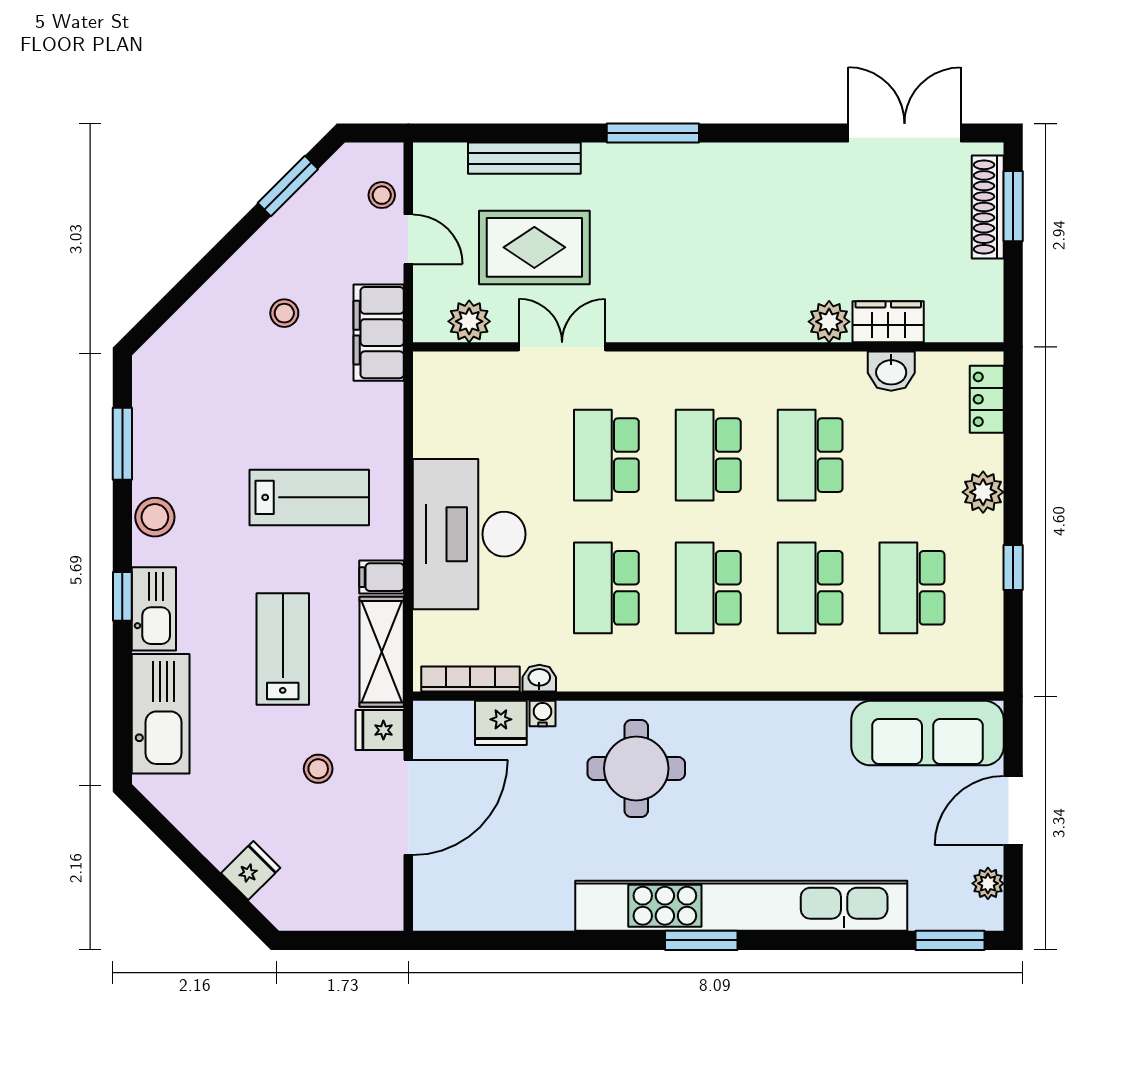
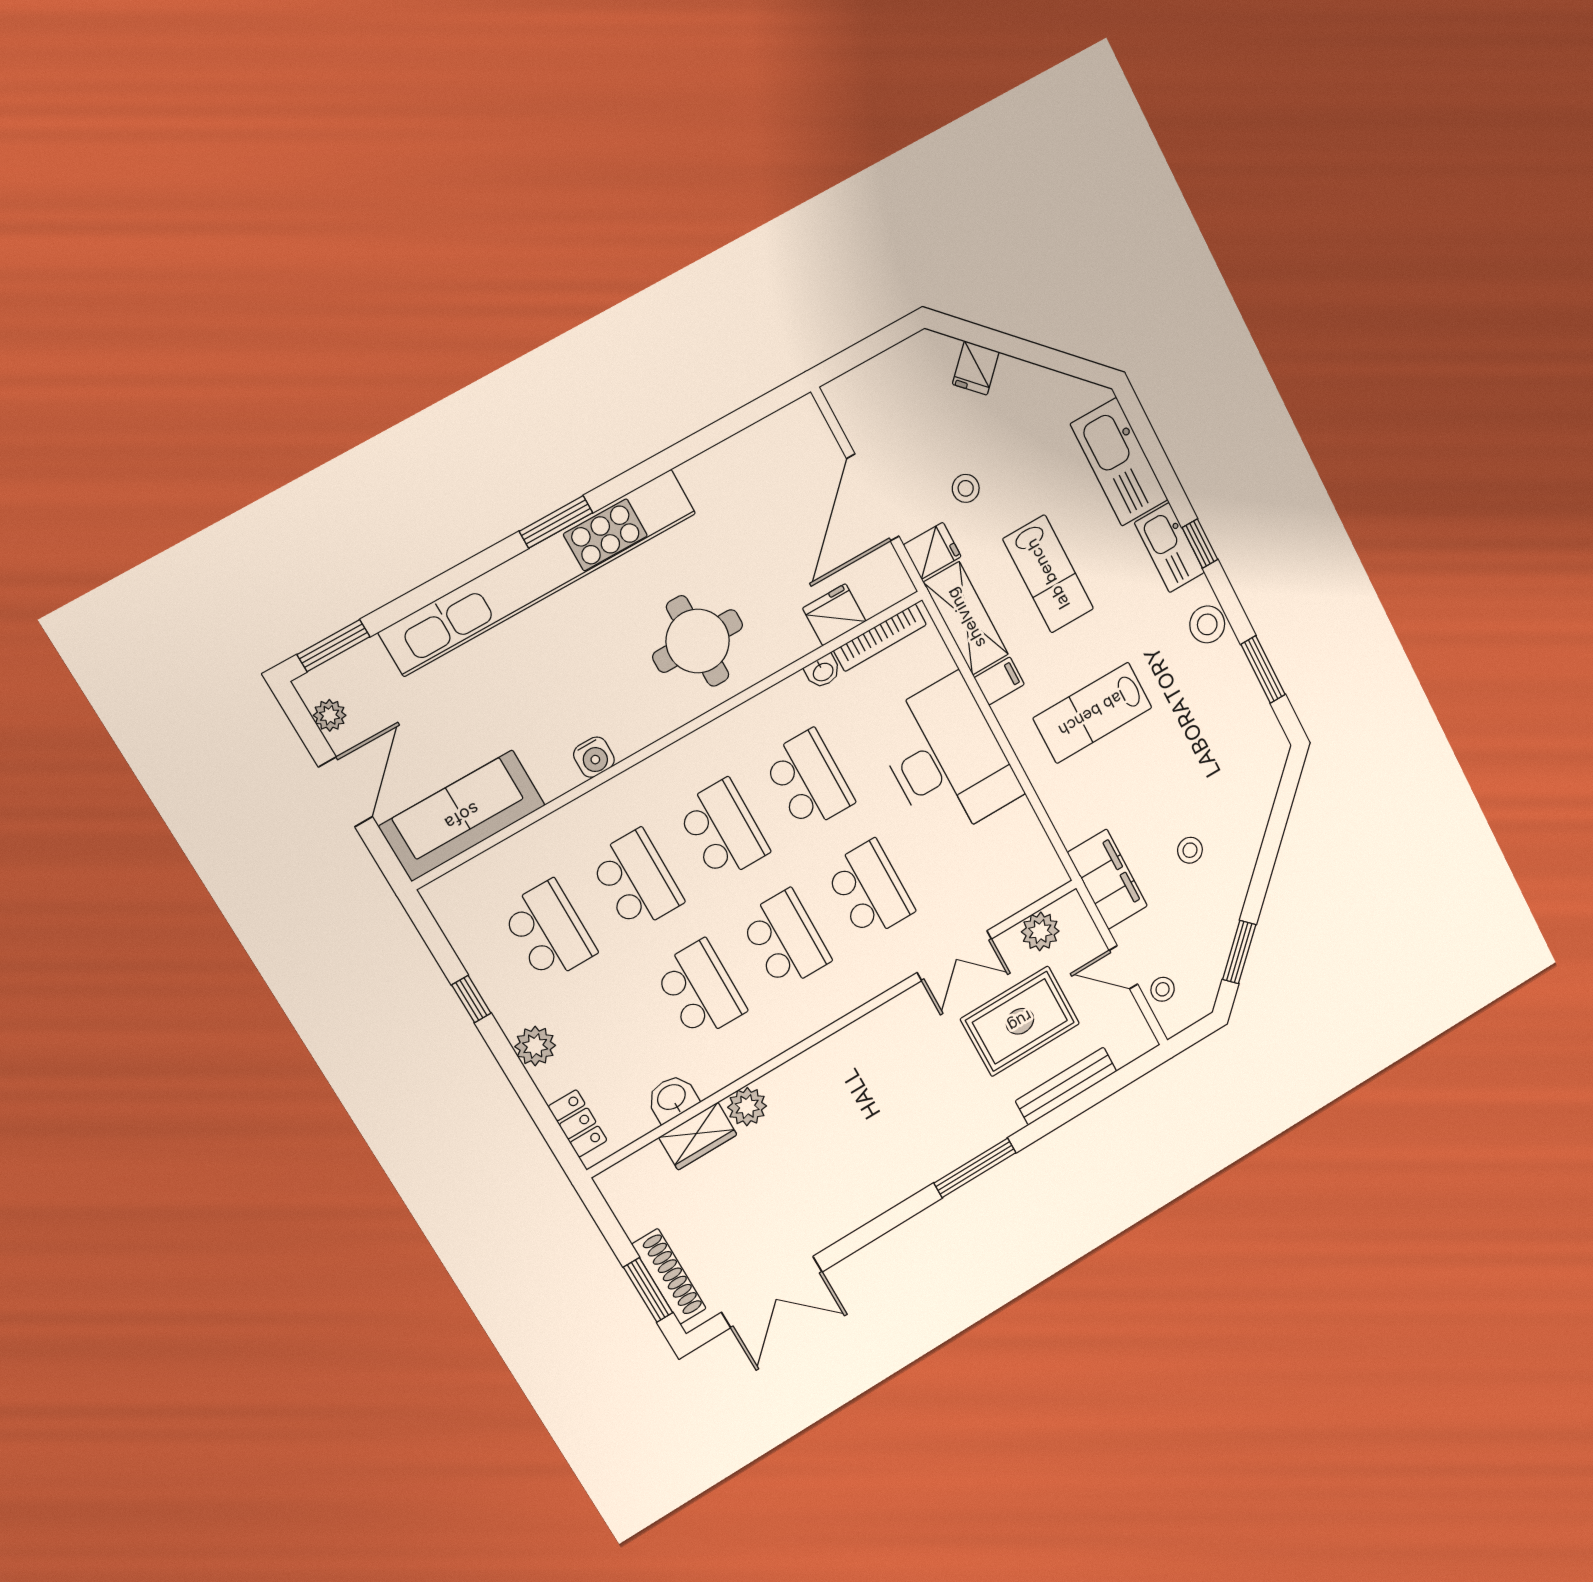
water cooler: (542, 714) -> (594, 757), moved, width x1.38, depth x1.38

